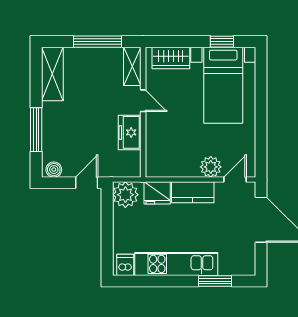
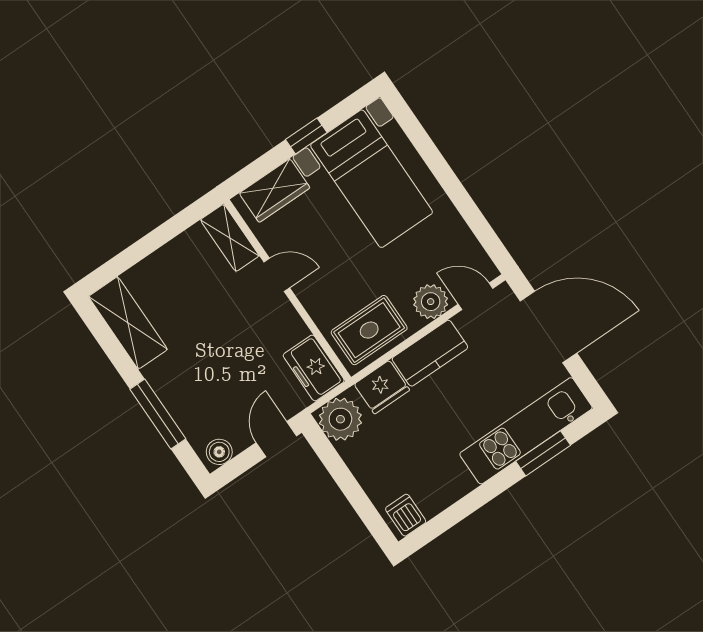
window: (98, 42) -> (159, 237), removed
window: (222, 42) -> (306, 136), moved
freezer: (130, 132) -> (314, 368), moved
rug: (170, 160) -> (369, 330), added
door: (235, 180) -> (476, 296), hinge flipped
kitchen unit: (176, 264) -> (526, 431), moved

